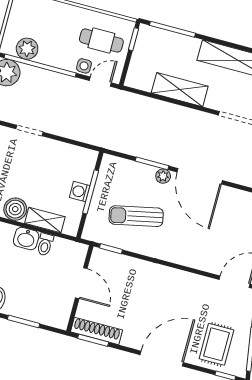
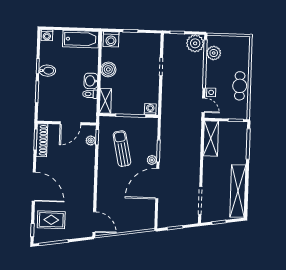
cafe table: (101, 41) -> (240, 86), moved
shelving: (180, 90) -> (211, 139), moved
washing machine: (80, 192) -> (150, 109), moved
shelving: (45, 220) -> (105, 101), moved
plant: (114, 259) -> (91, 140), added

